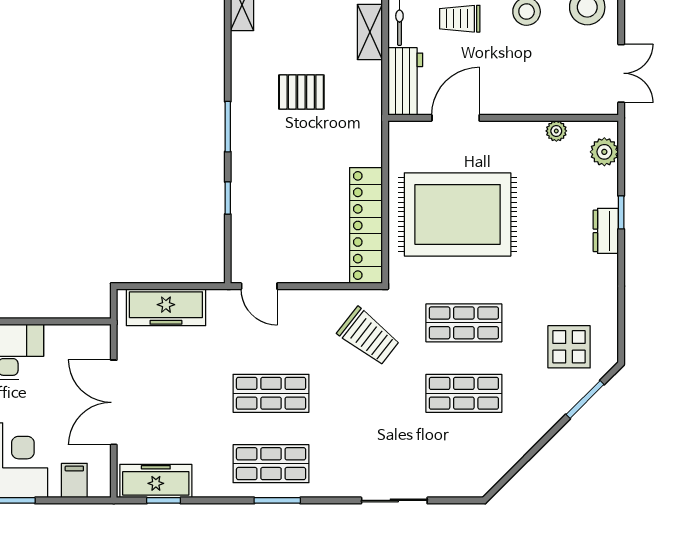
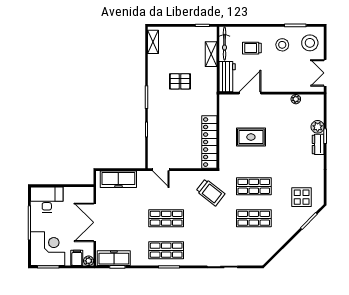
double door: (621, 73) -> (325, 73), swing flipped
plant: (604, 152) -> (318, 127), moved
rug: (458, 214) -> (251, 137), width x0.54, depth x0.49
plant: (100, 487) -> (89, 261), added

